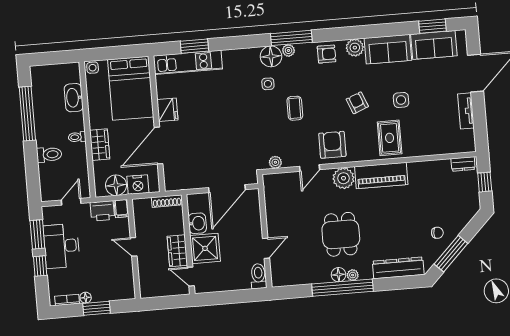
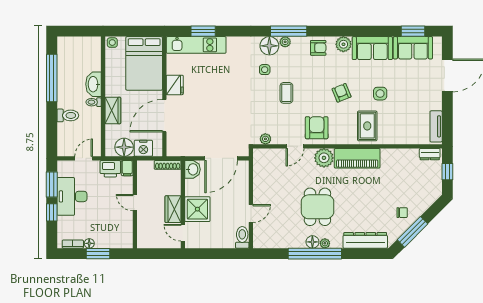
washbasin: (74, 98) -> (93, 84), moved
tv unit: (466, 111) -> (436, 126), moved
washbasin: (197, 223) -> (193, 169), moved

